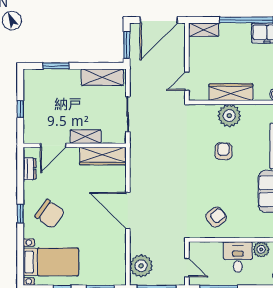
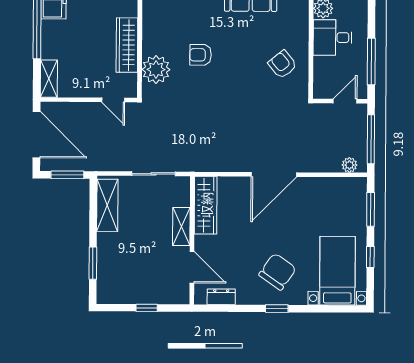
plant: (229, 116) -> (156, 70), moved
plant: (141, 266) -> (349, 165), width x0.53, depth x0.53

